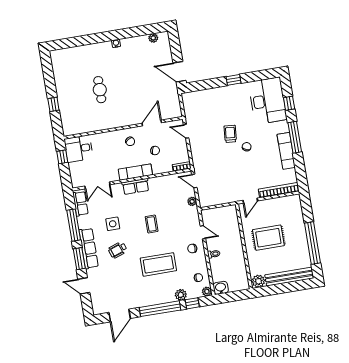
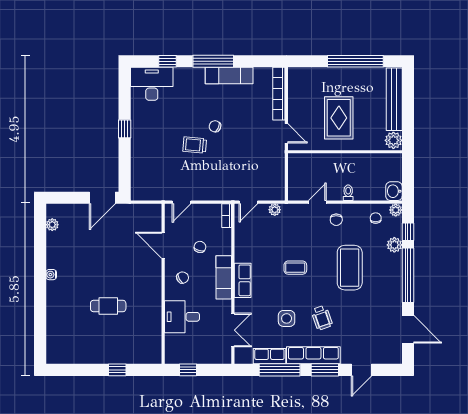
desk: (268, 101) -> (152, 84), width x0.73, depth x0.77
desk: (79, 149) -> (182, 317), moved, turned 90
row of seats: (80, 204) -> (269, 356), moved

